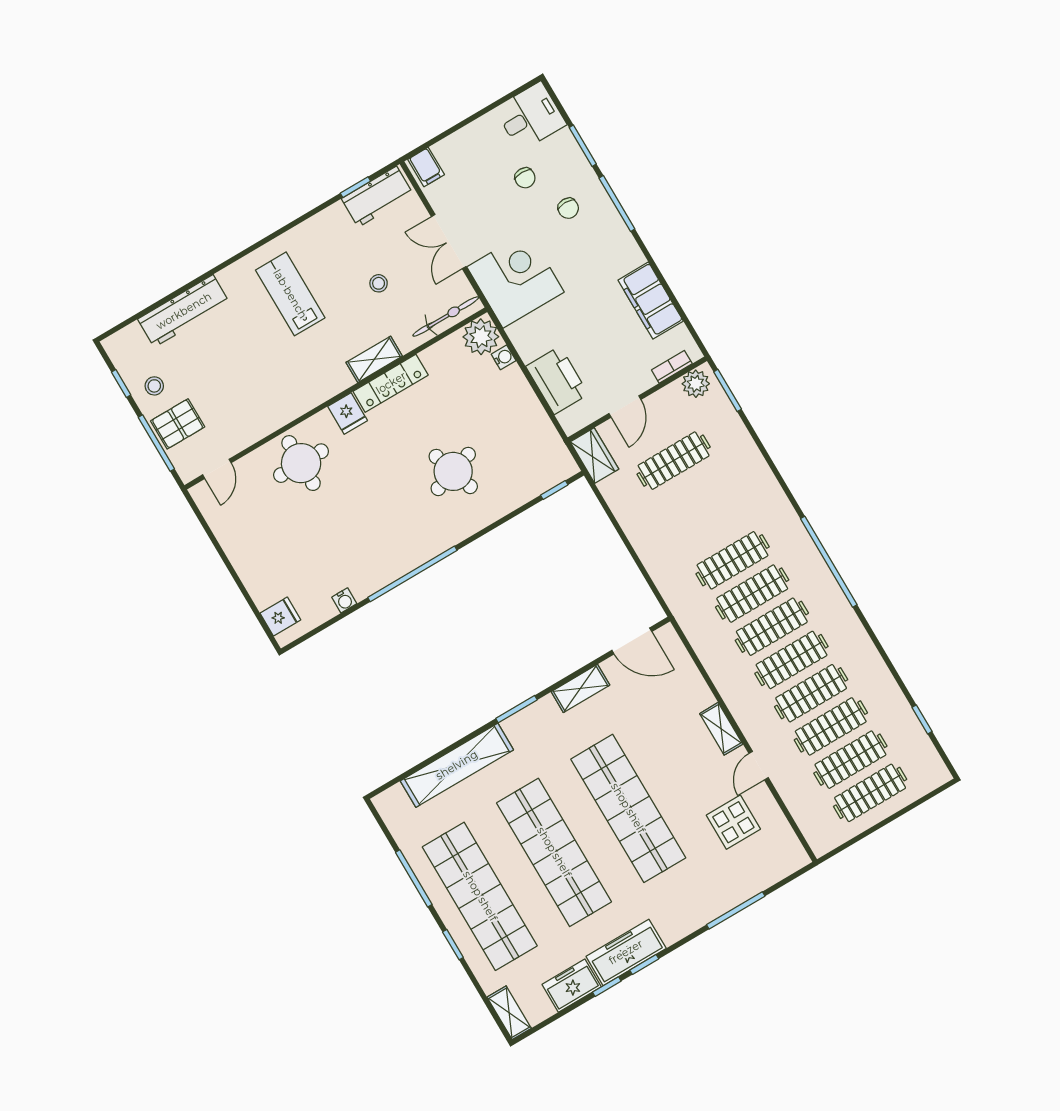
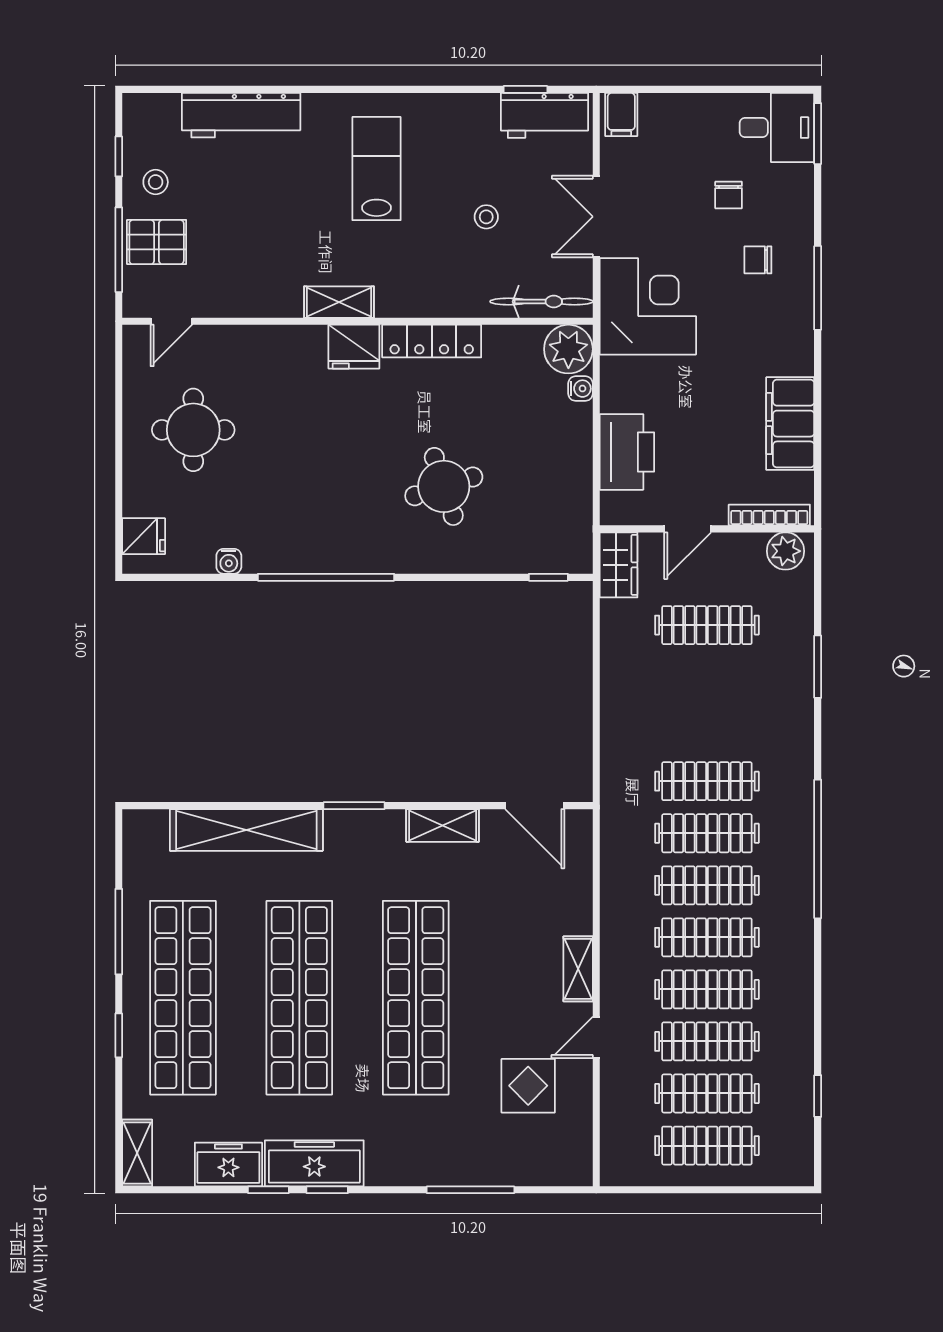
window: (583, 146) -> (818, 134), moved
chair: (568, 208) -> (758, 260), turned 90
shelving: (374, 359) -> (339, 302), moved
bookcase: (672, 367) -> (769, 515), width x1.56
window: (728, 390) -> (818, 667), moved
fridge: (348, 413) -> (354, 347), width x1.38
round table: (301, 463) -> (193, 430), moved

